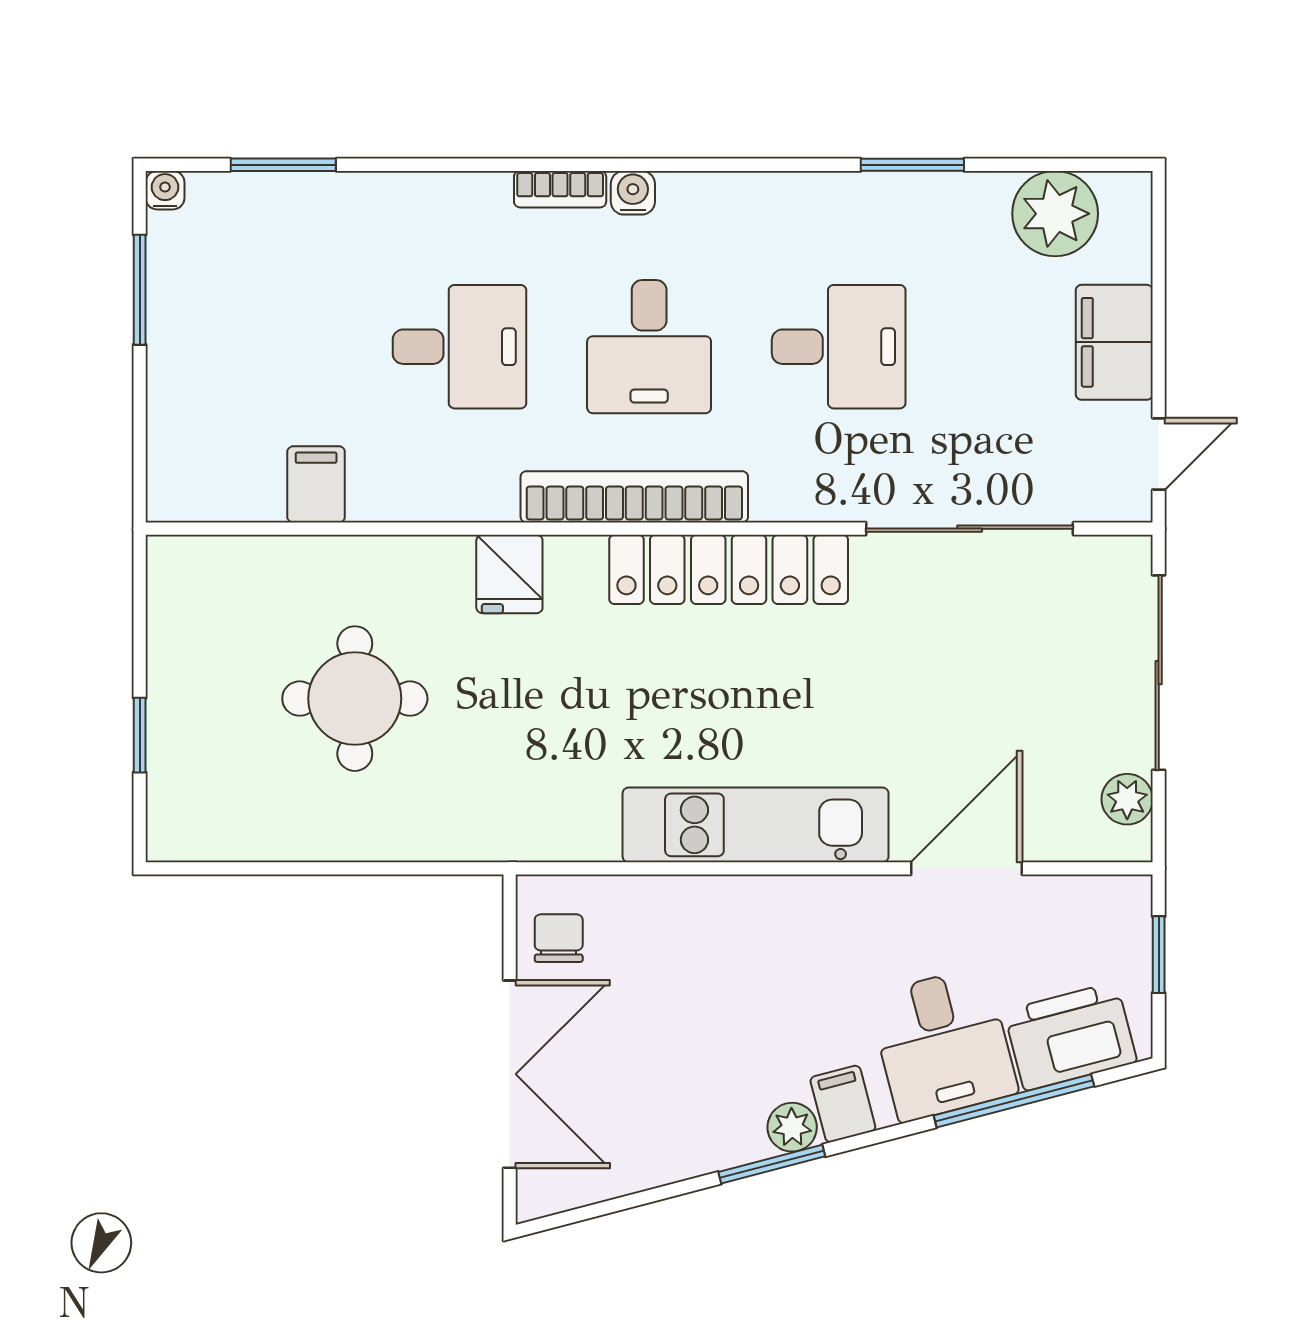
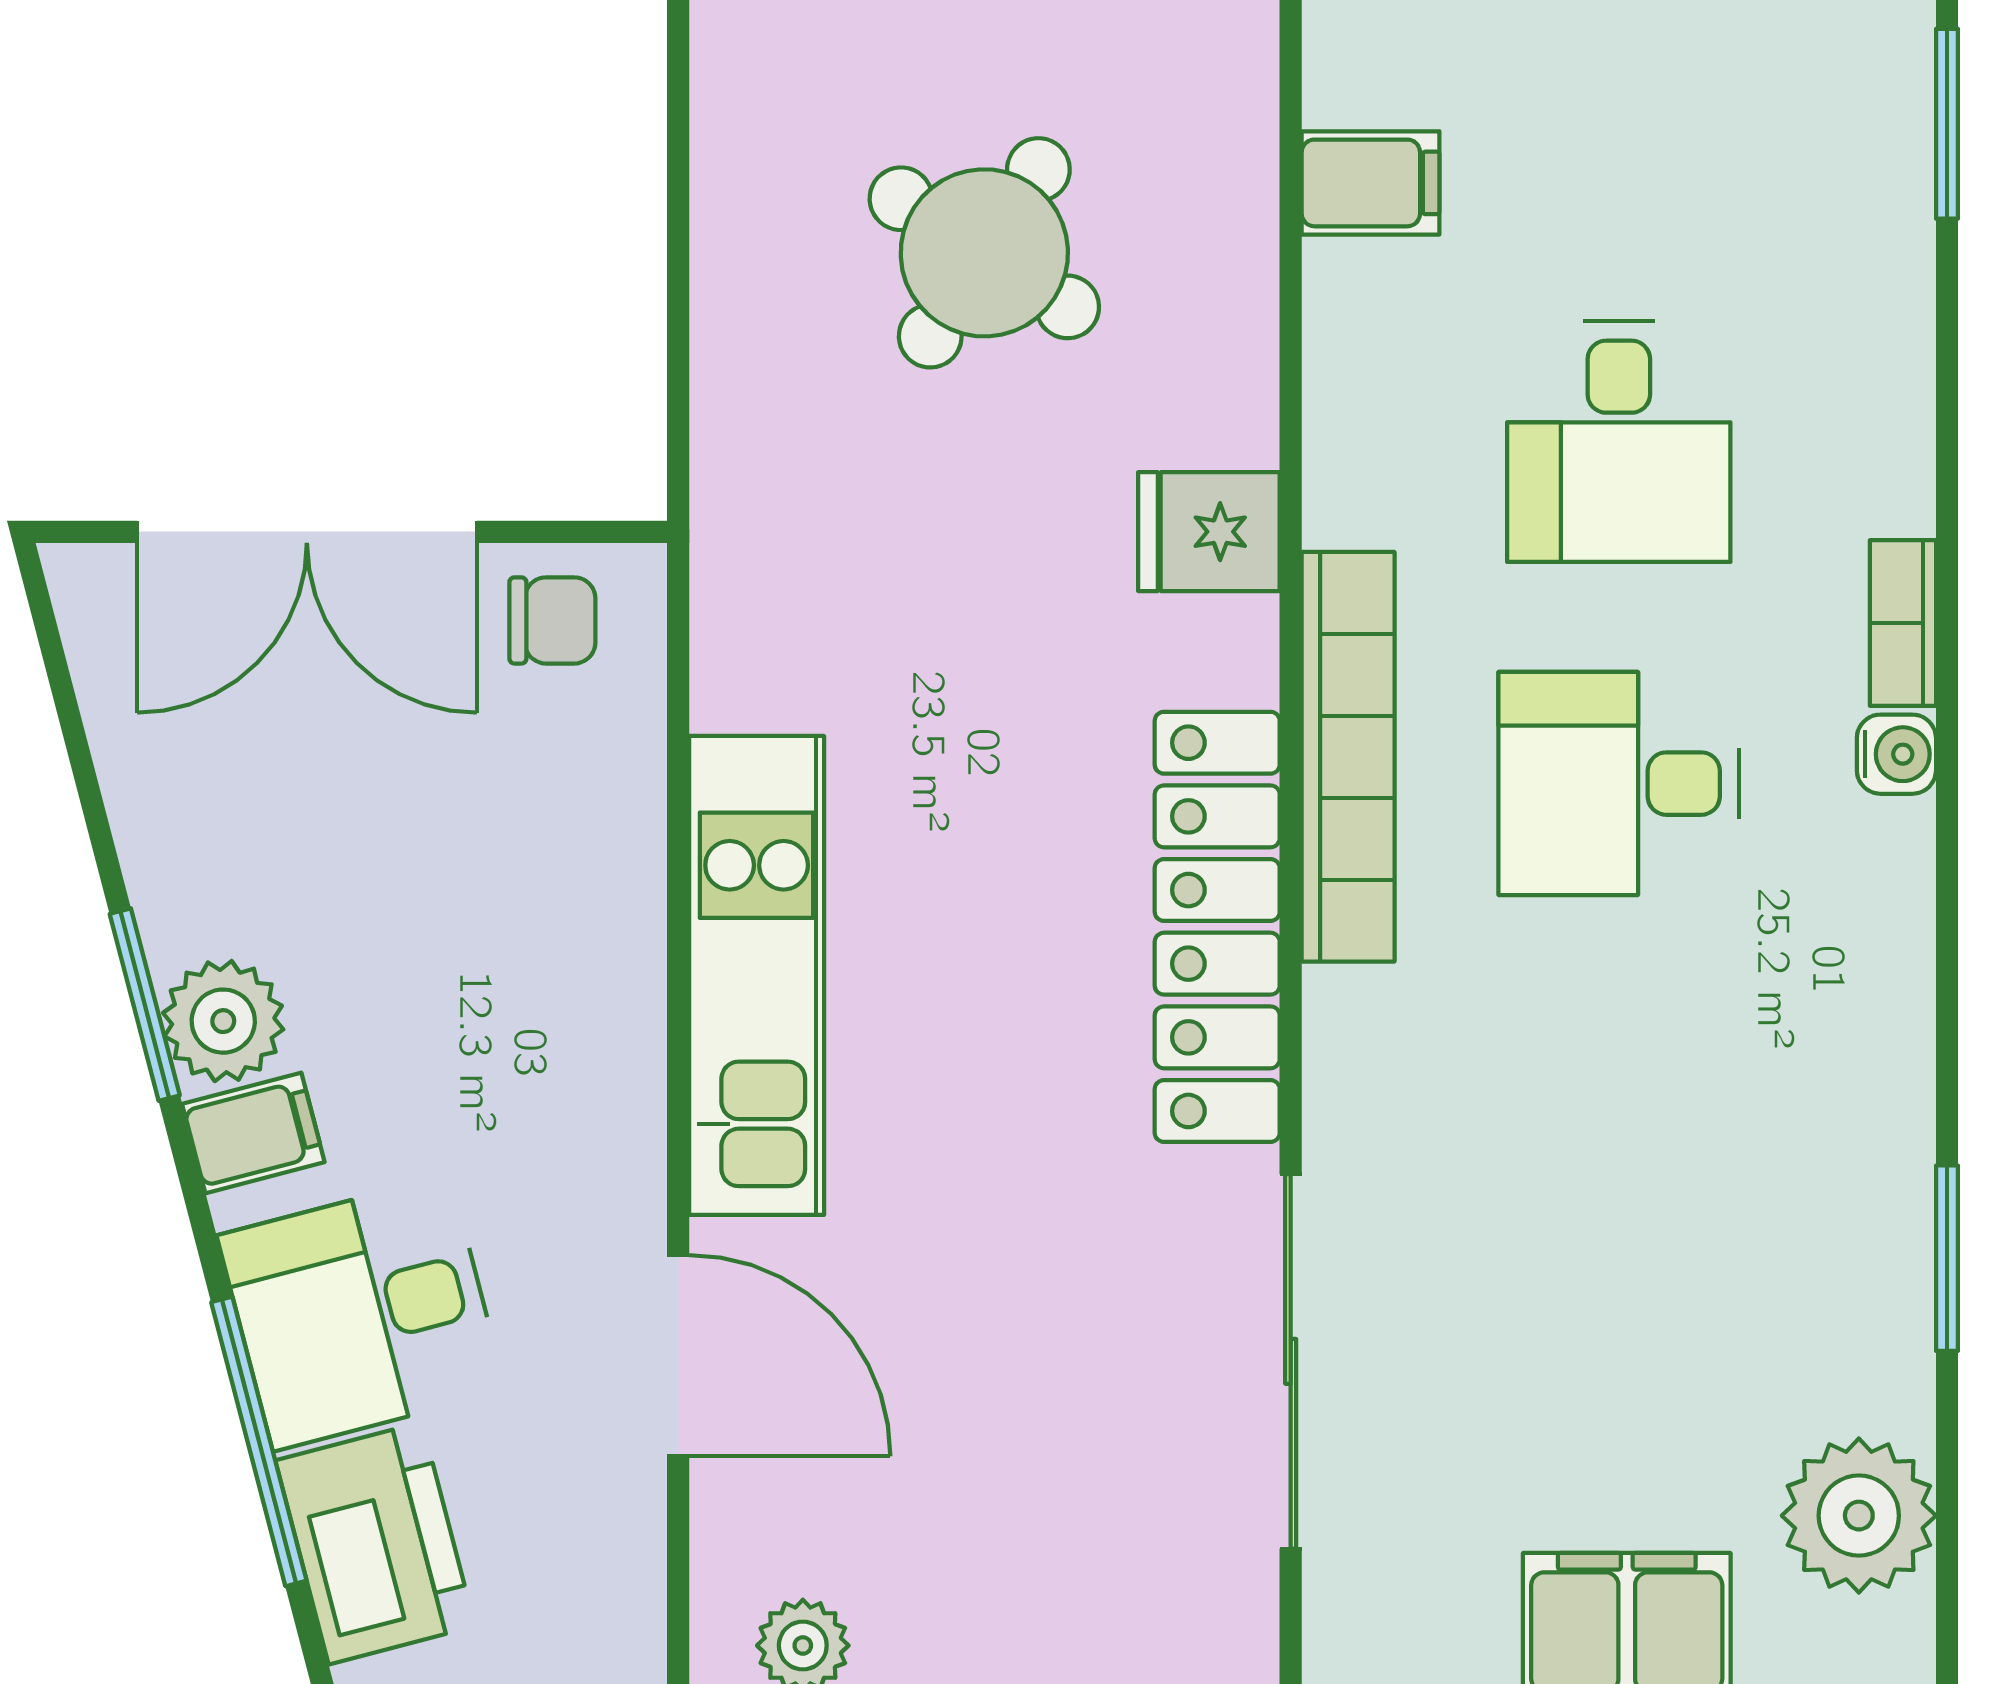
desk: (839, 347) -> (1619, 1125), removed
round table: (355, 699) -> (984, 253), turned 33
plant: (792, 1127) -> (223, 1021), width x1.38, depth x1.38

